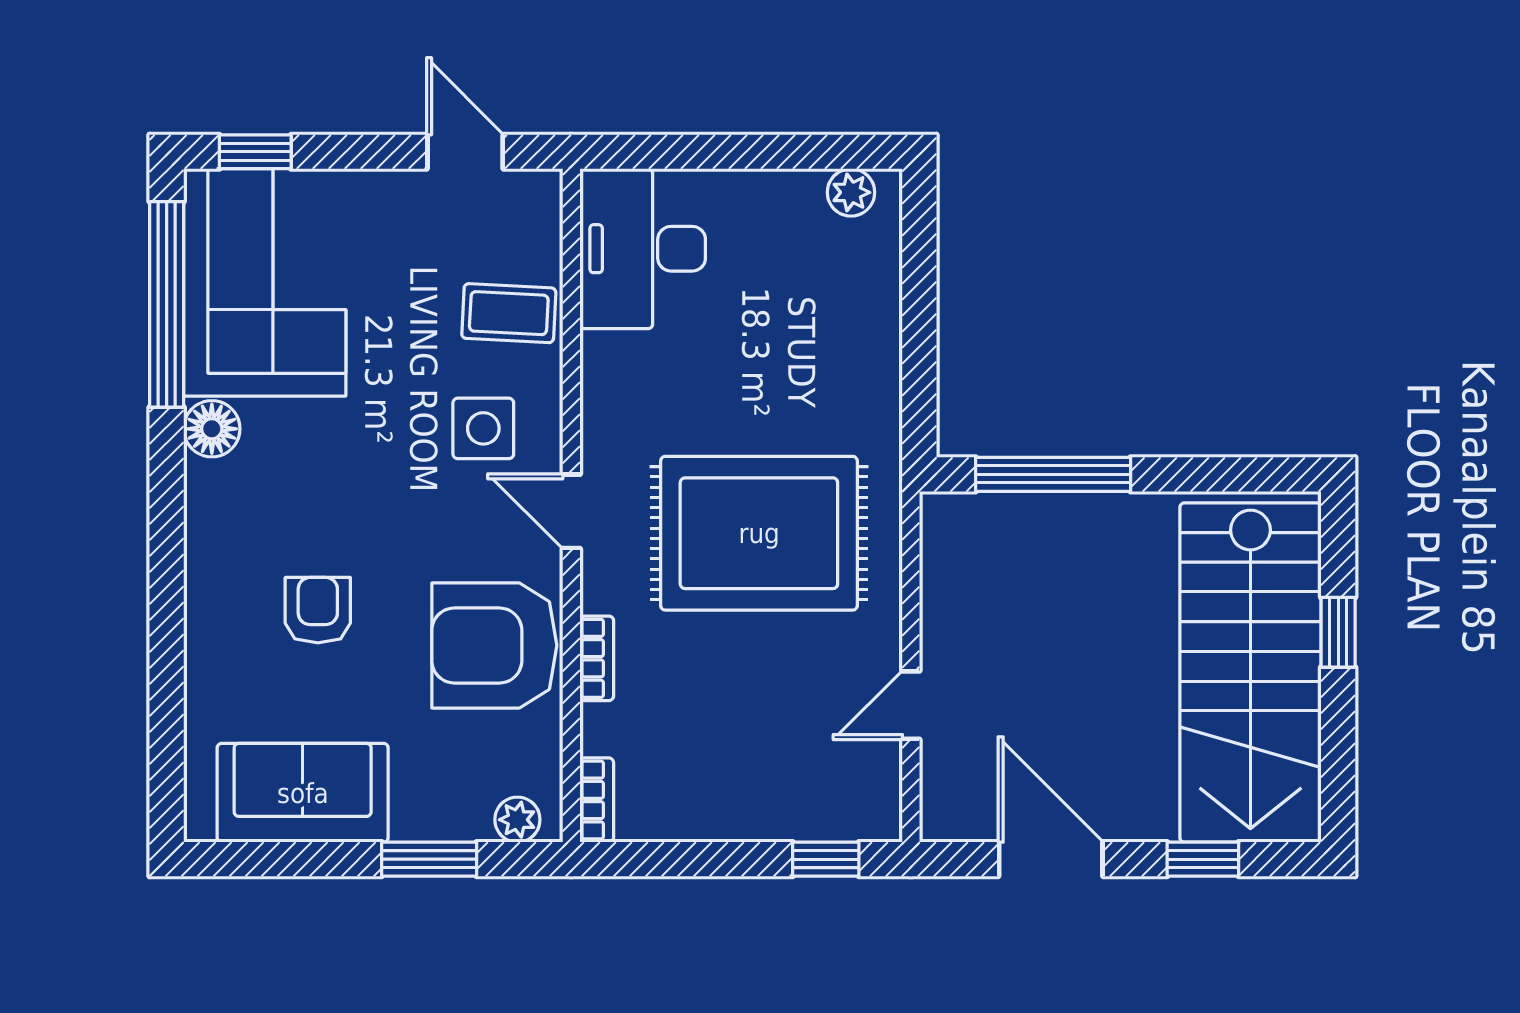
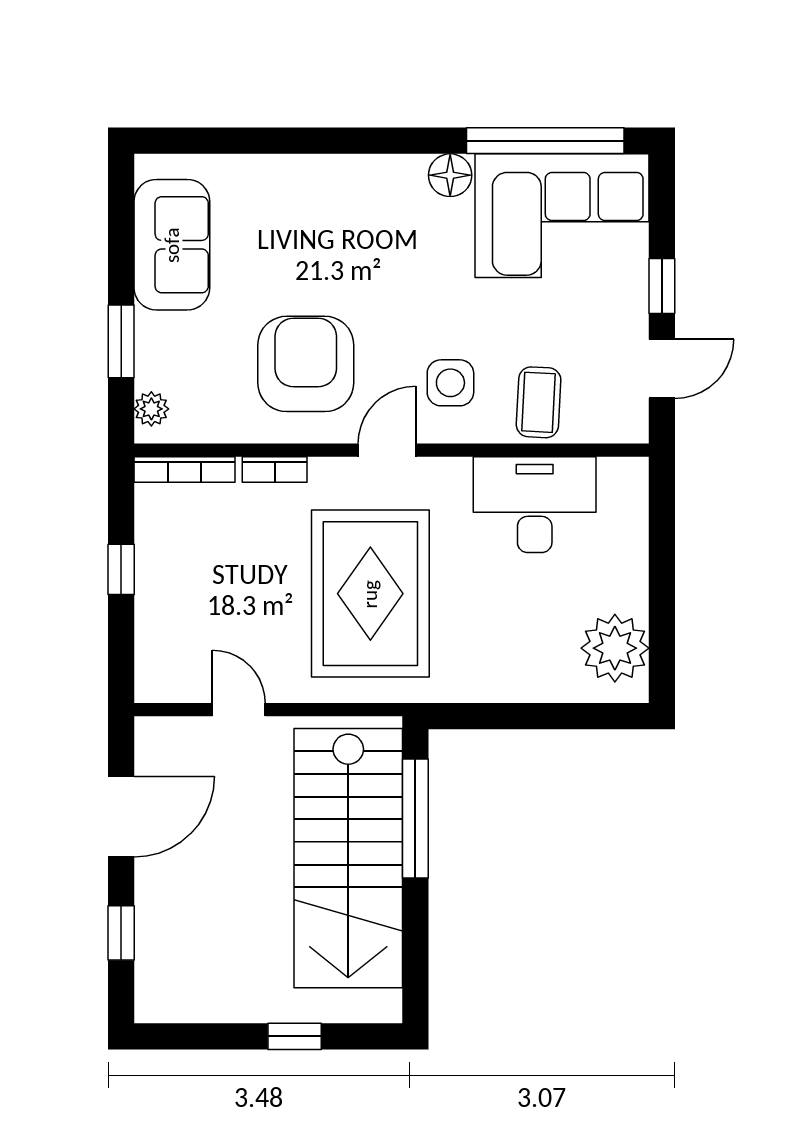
window: (255, 152) -> (662, 286), moved
plant: (851, 192) -> (615, 648), width x1.88, depth x1.88
desk: (643, 249) -> (535, 505), moved
armchair: (318, 610) -> (311, 256), removed
armchair: (494, 645) -> (306, 364), moved
stairs: (1250, 673) -> (348, 858), moved, turned -90
bookcase: (597, 800) -> (184, 469), width x1.56
window: (826, 859) -> (121, 569), moved

